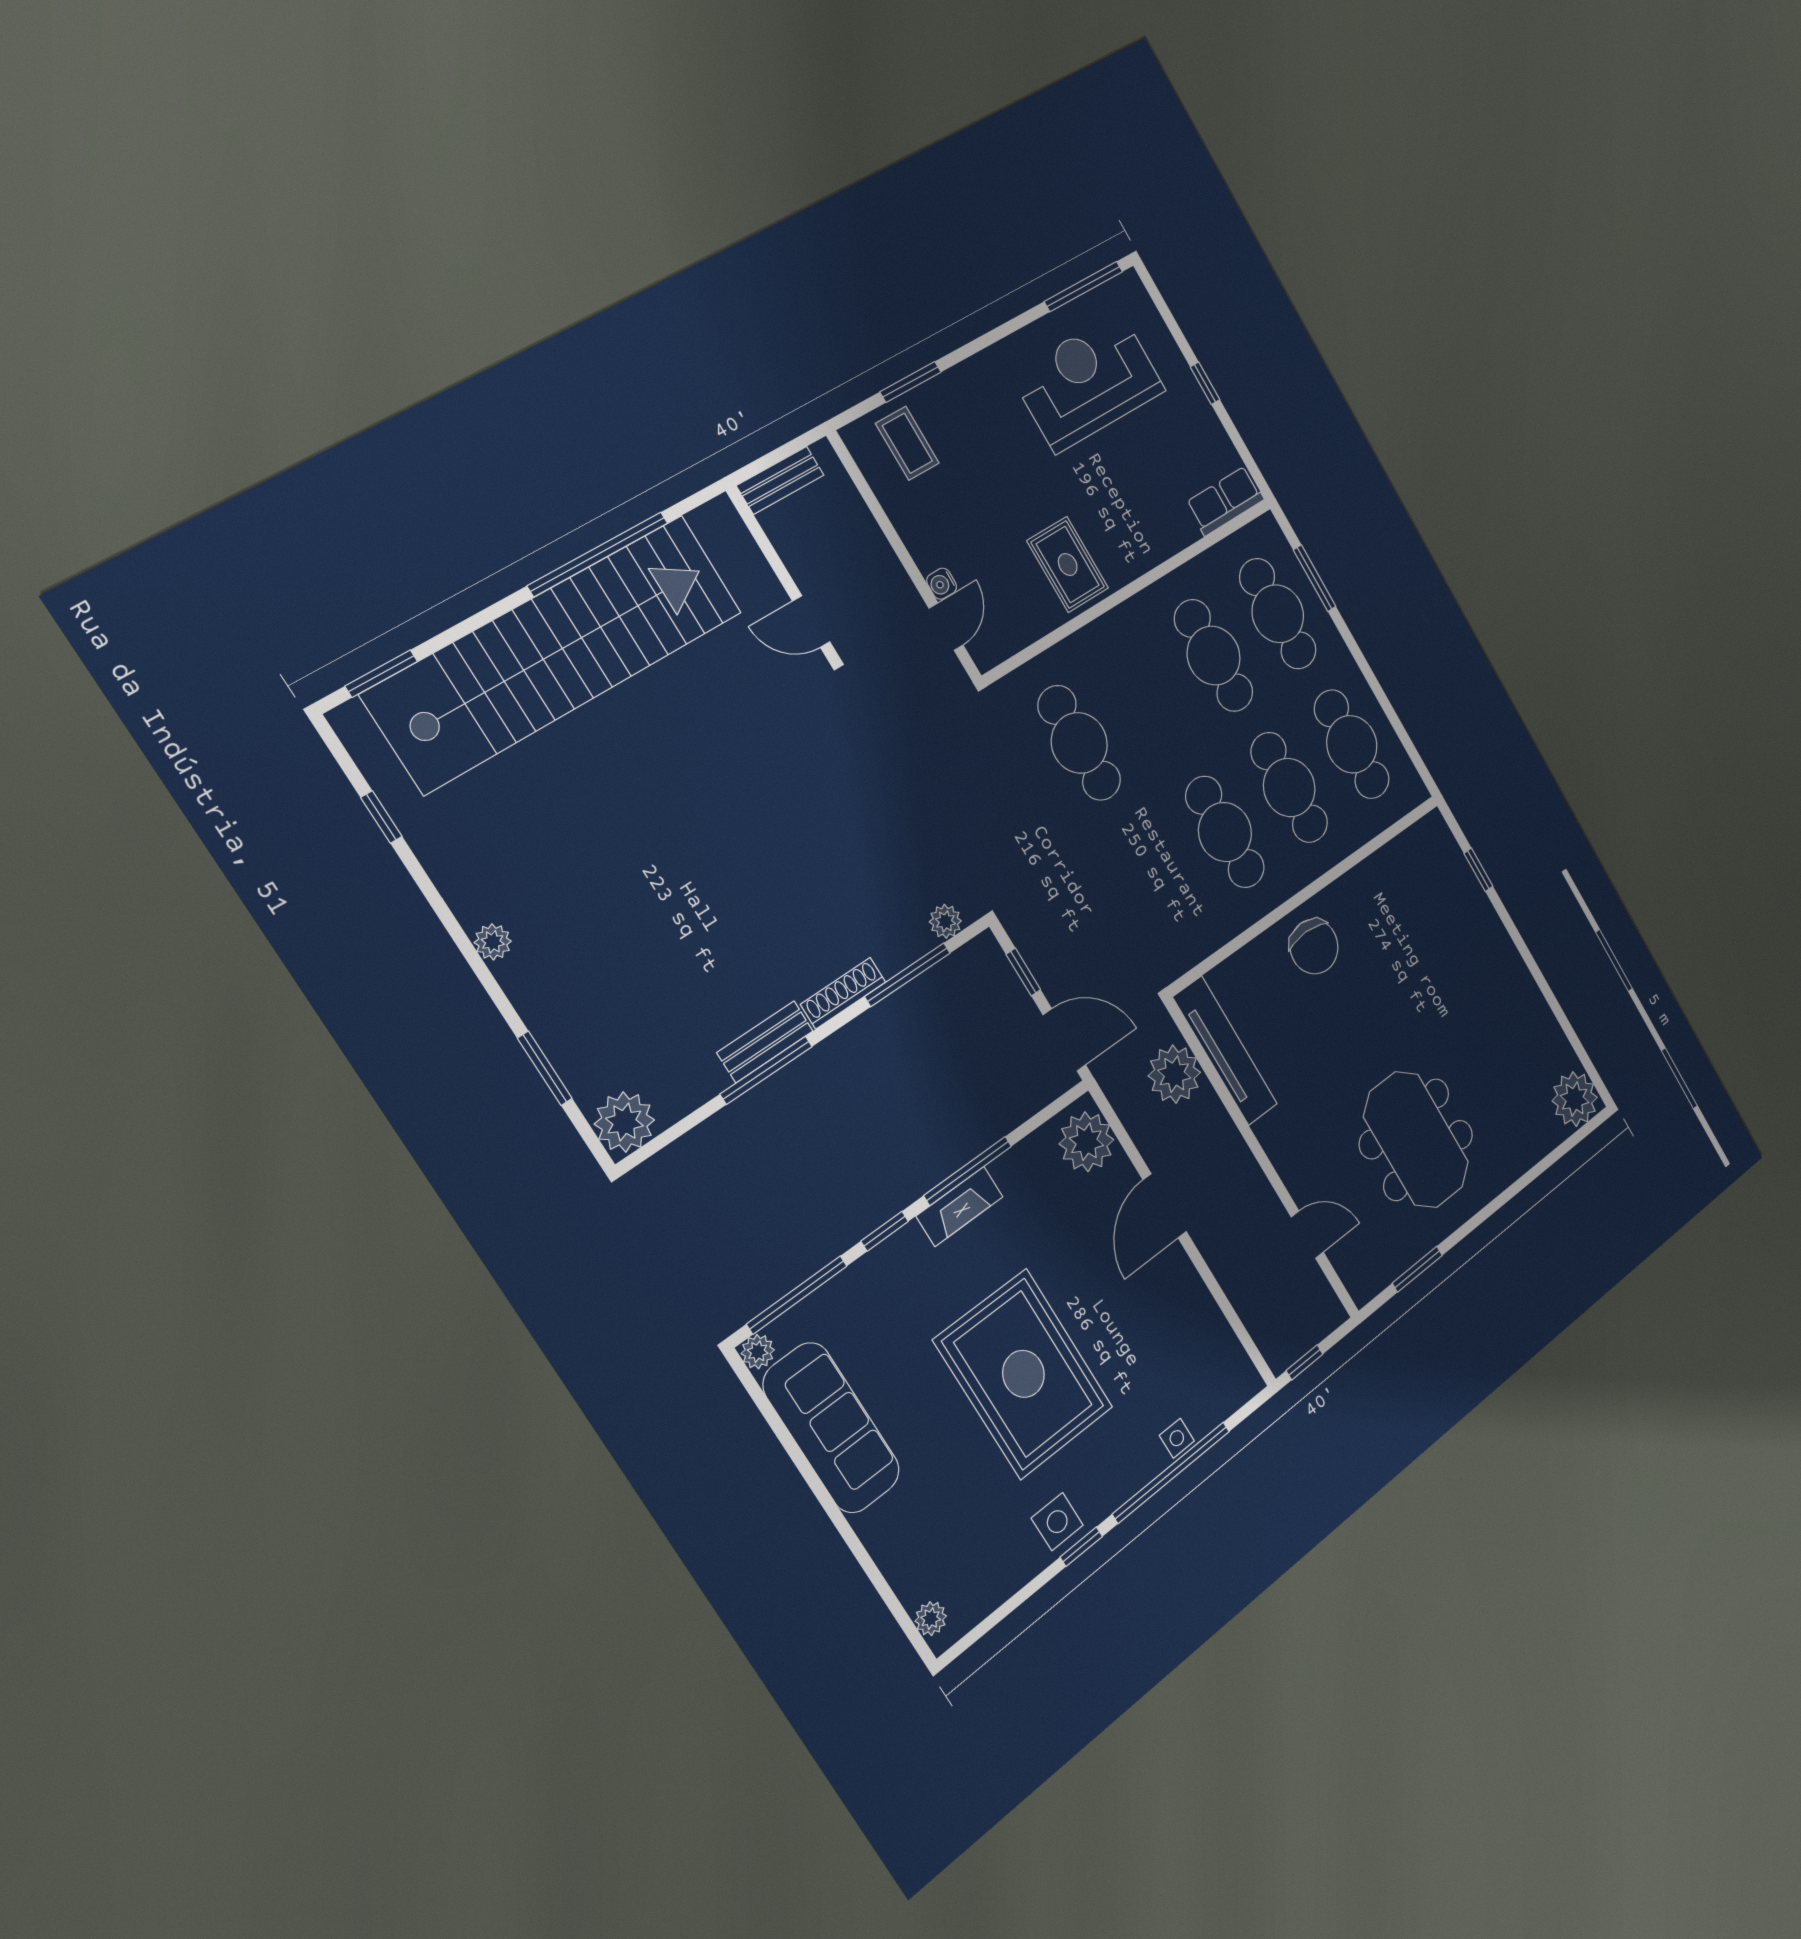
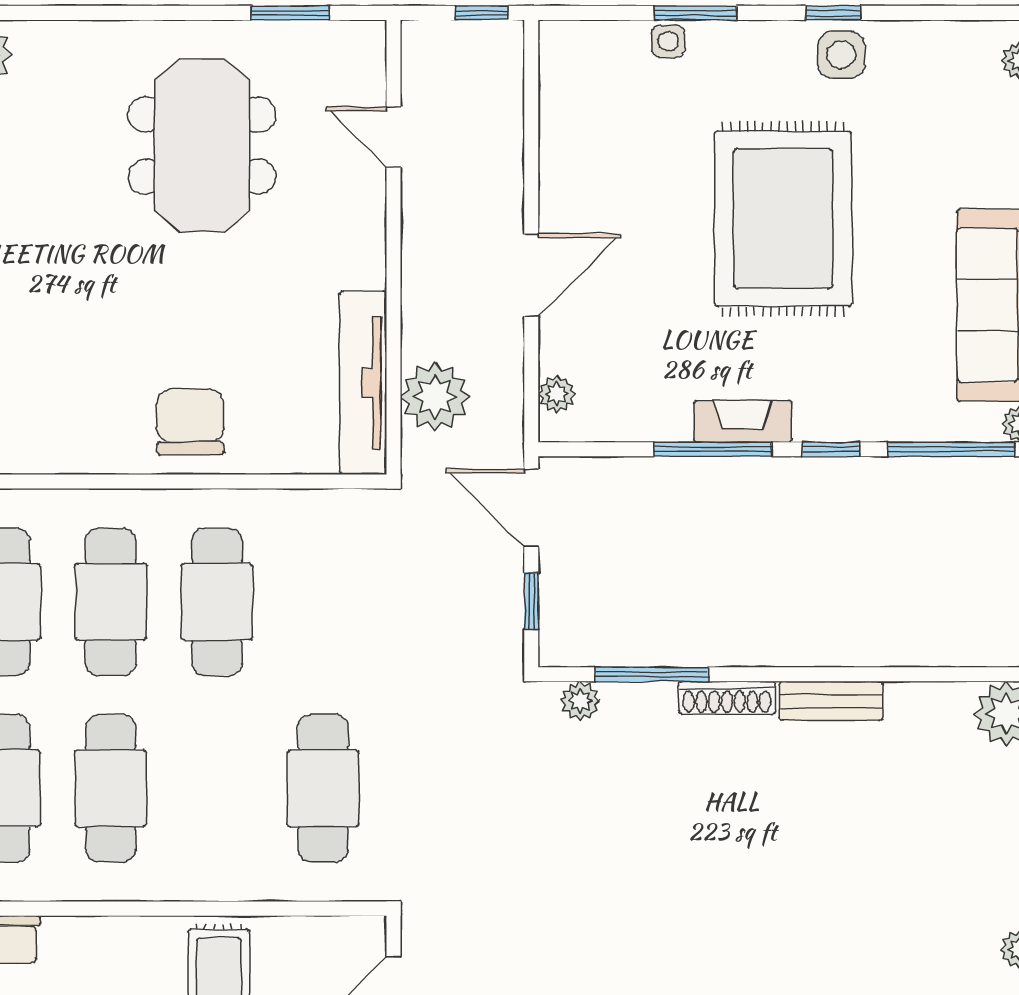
window: (766, 1070) -> (847, 674), removed
plant: (1086, 1142) -> (557, 394), width x0.53, depth x0.53
window: (1171, 1472) -> (696, 13), width x0.47

